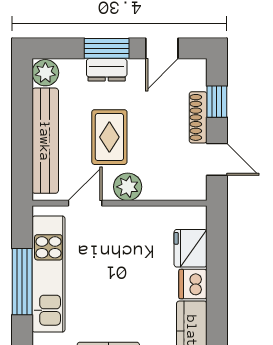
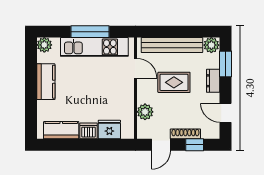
window: (107, 48) -> (225, 64), moved
plant: (128, 187) -> (145, 112), moved

